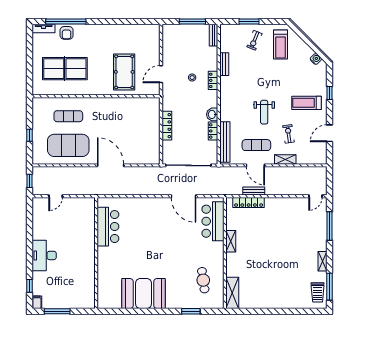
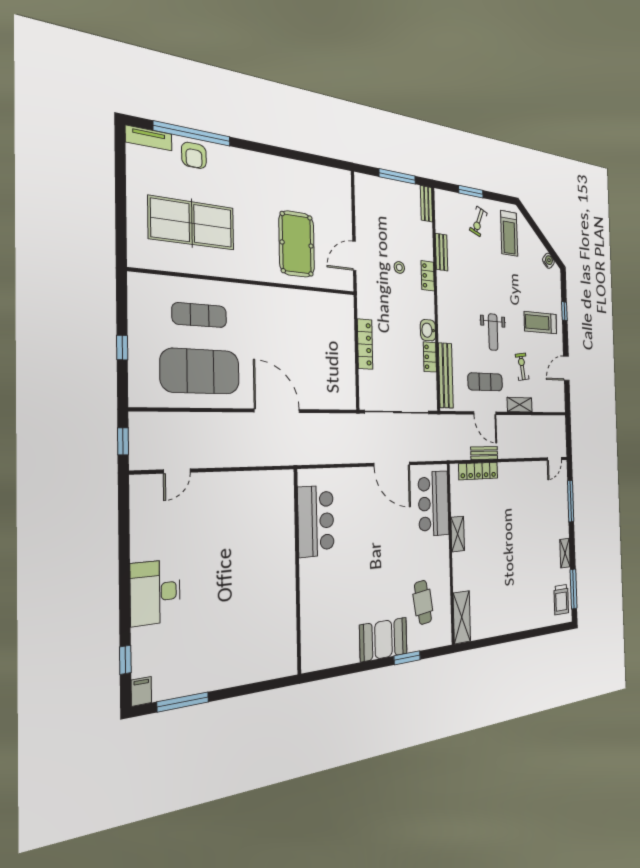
bar counter: (108, 227) -> (316, 521), moved
wall: (96, 253) -> (297, 571), moved
booth: (143, 294) -> (383, 639), moved, width x0.73, depth x0.70

